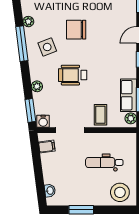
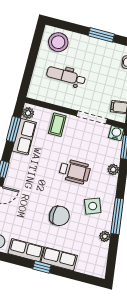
dental chair: (104, 162) -> (66, 76), turned 180

